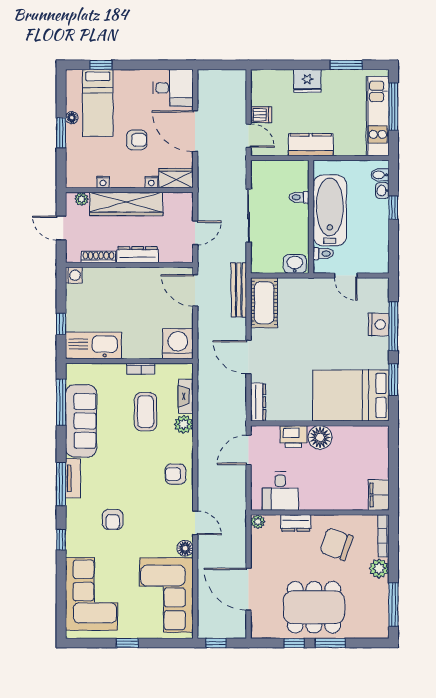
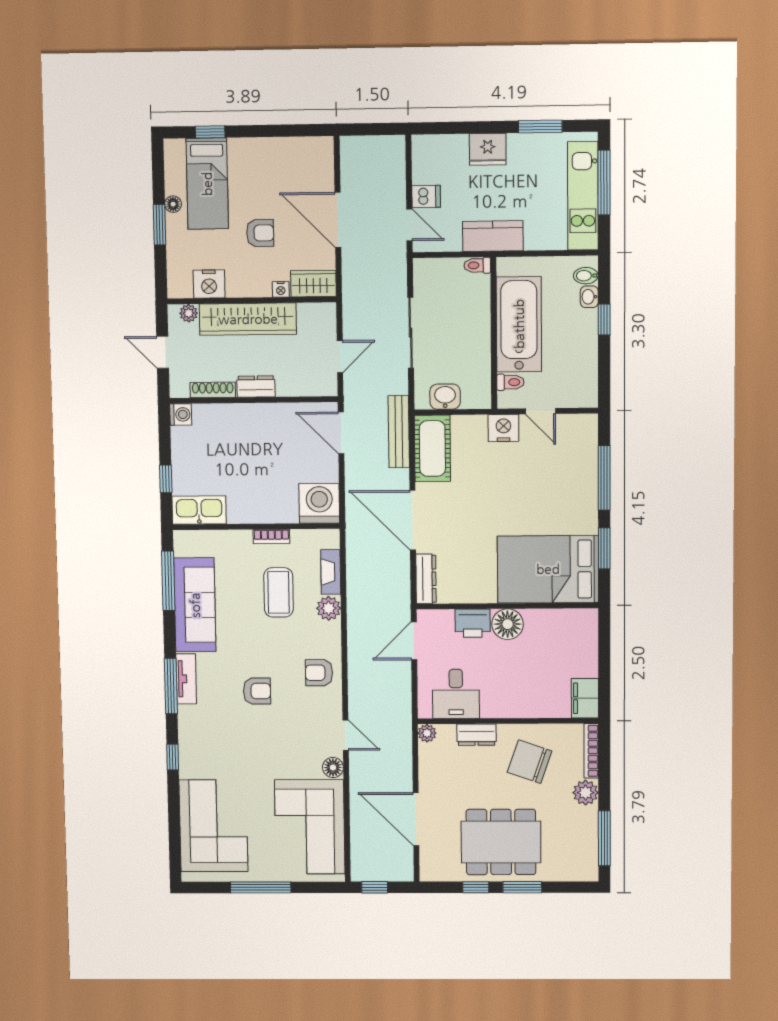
desk: (173, 88) -> (307, 162), removed
nightstand: (103, 182) -> (209, 284), width x1.89, depth x1.79
toilet: (299, 197) -> (477, 265), moved
dresser: (138, 255) -> (256, 387), width x0.70
washbasin: (295, 264) -> (445, 397), moved
nightstand: (379, 325) -> (503, 428), moved, turned -90
kitchen sink: (93, 345) -> (199, 510), width x0.73, depth x0.81
door: (249, 357) -> (413, 520), width x1.36
armchair: (113, 520) -> (257, 691), moved, turned -90
window: (127, 643) -> (261, 887), width x2.17

